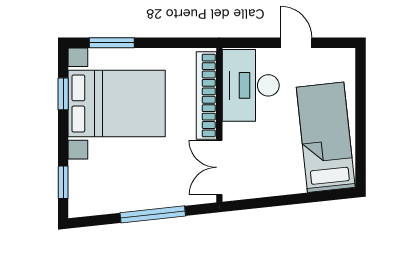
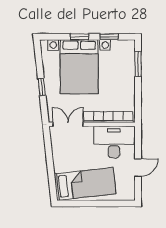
bed with nightstands: (117, 103) -> (79, 67), moved
window: (63, 182) -> (79, 37), moved
window: (153, 214) -> (42, 87), width x0.46

